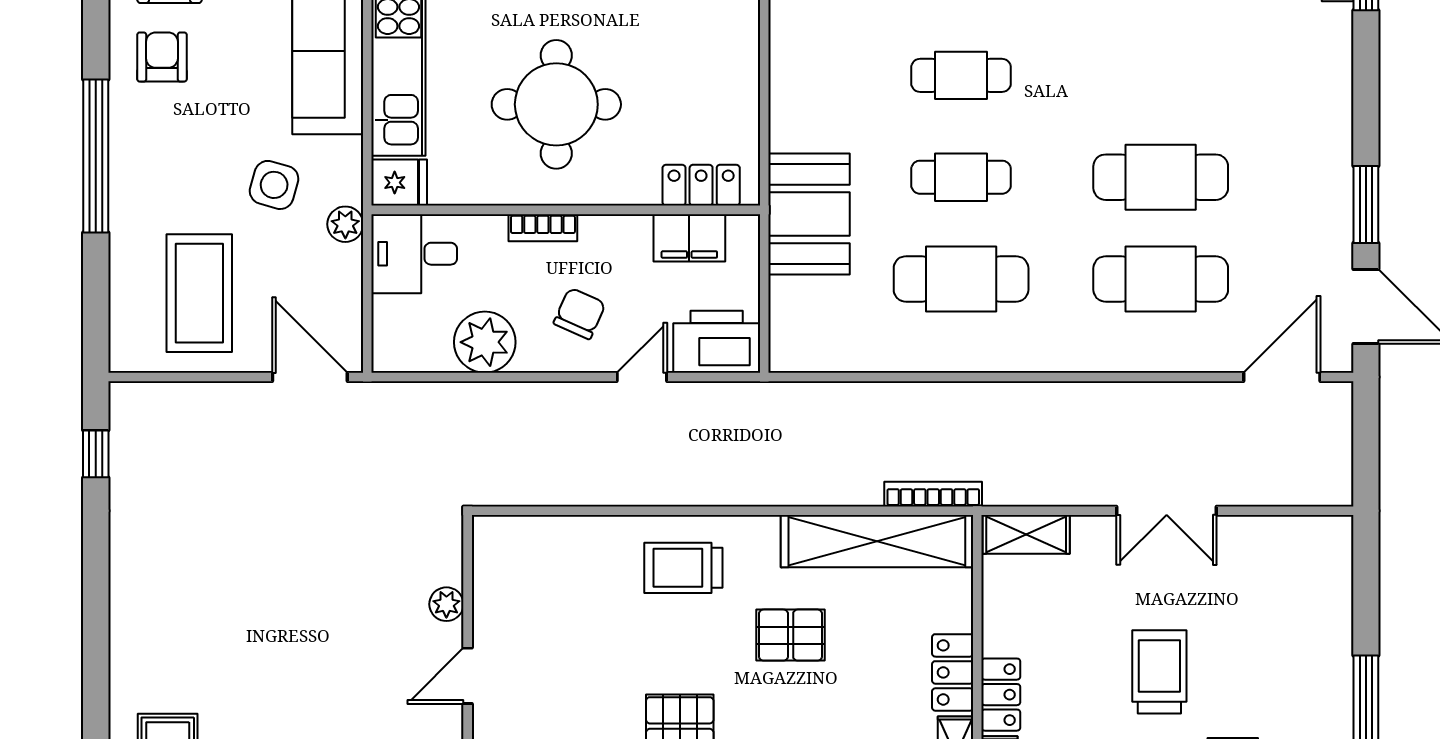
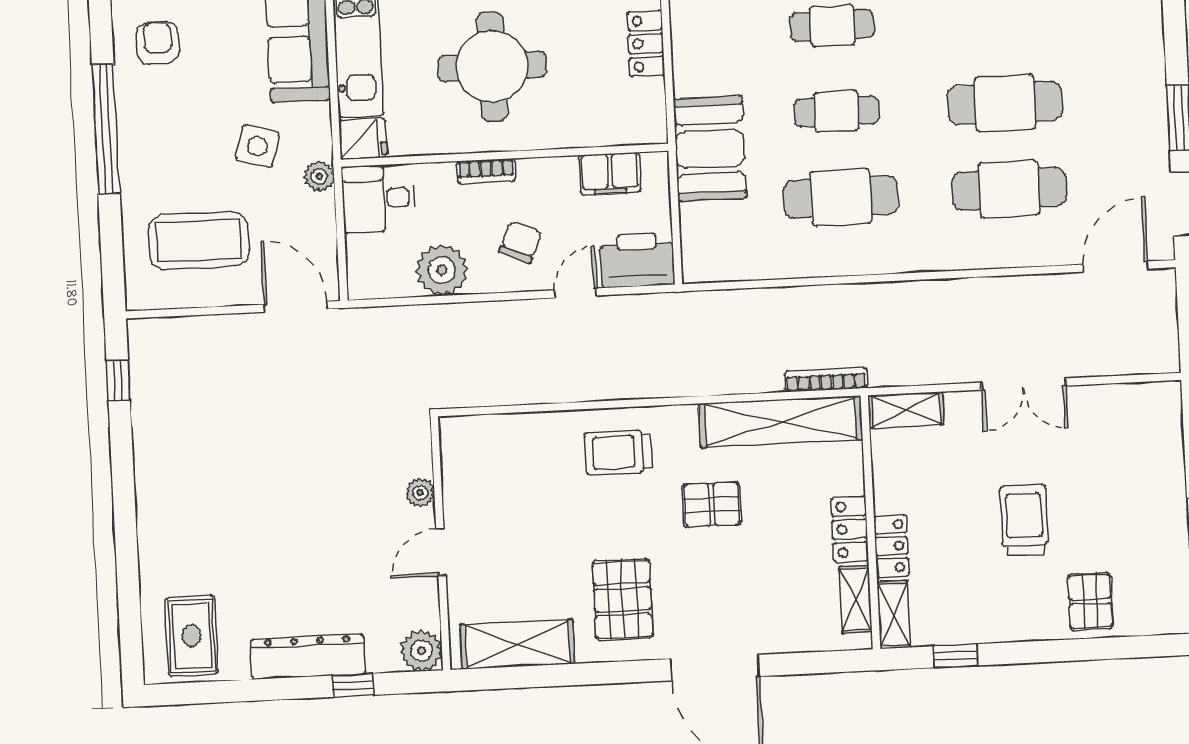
locker: (701, 185) -> (646, 44), moved, turned -90
coffee table: (199, 293) -> (199, 241), turned 90

